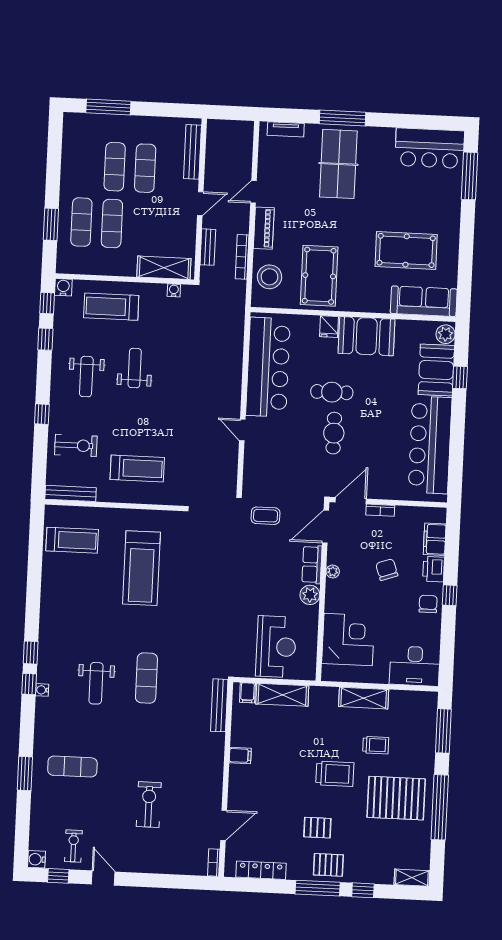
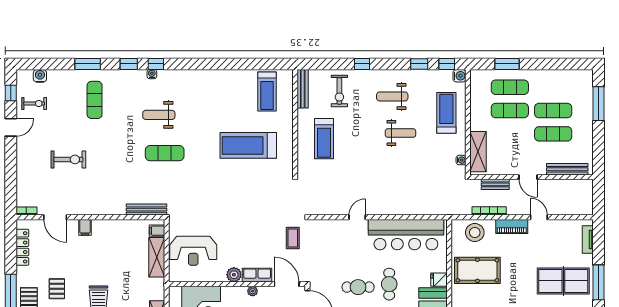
window: (31, 653) -> (129, 64), moved
filing cabinet: (240, 756) -> (85, 227), moved
water cooler: (36, 859) -> (40, 76), moved

